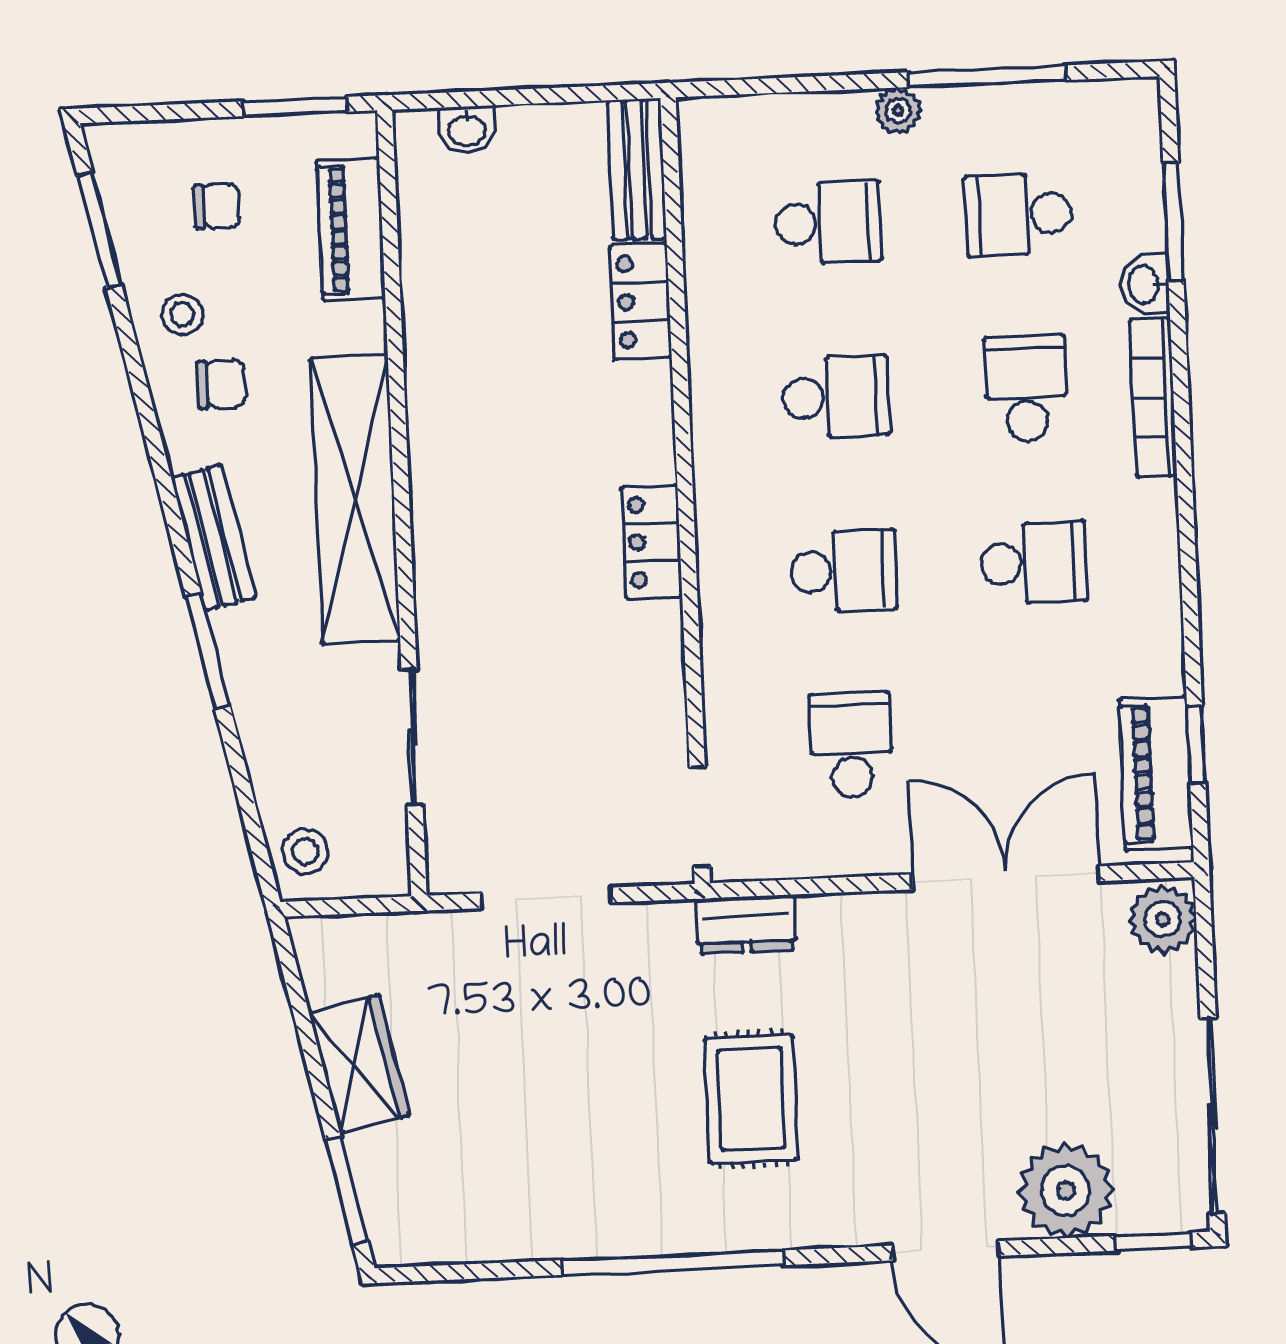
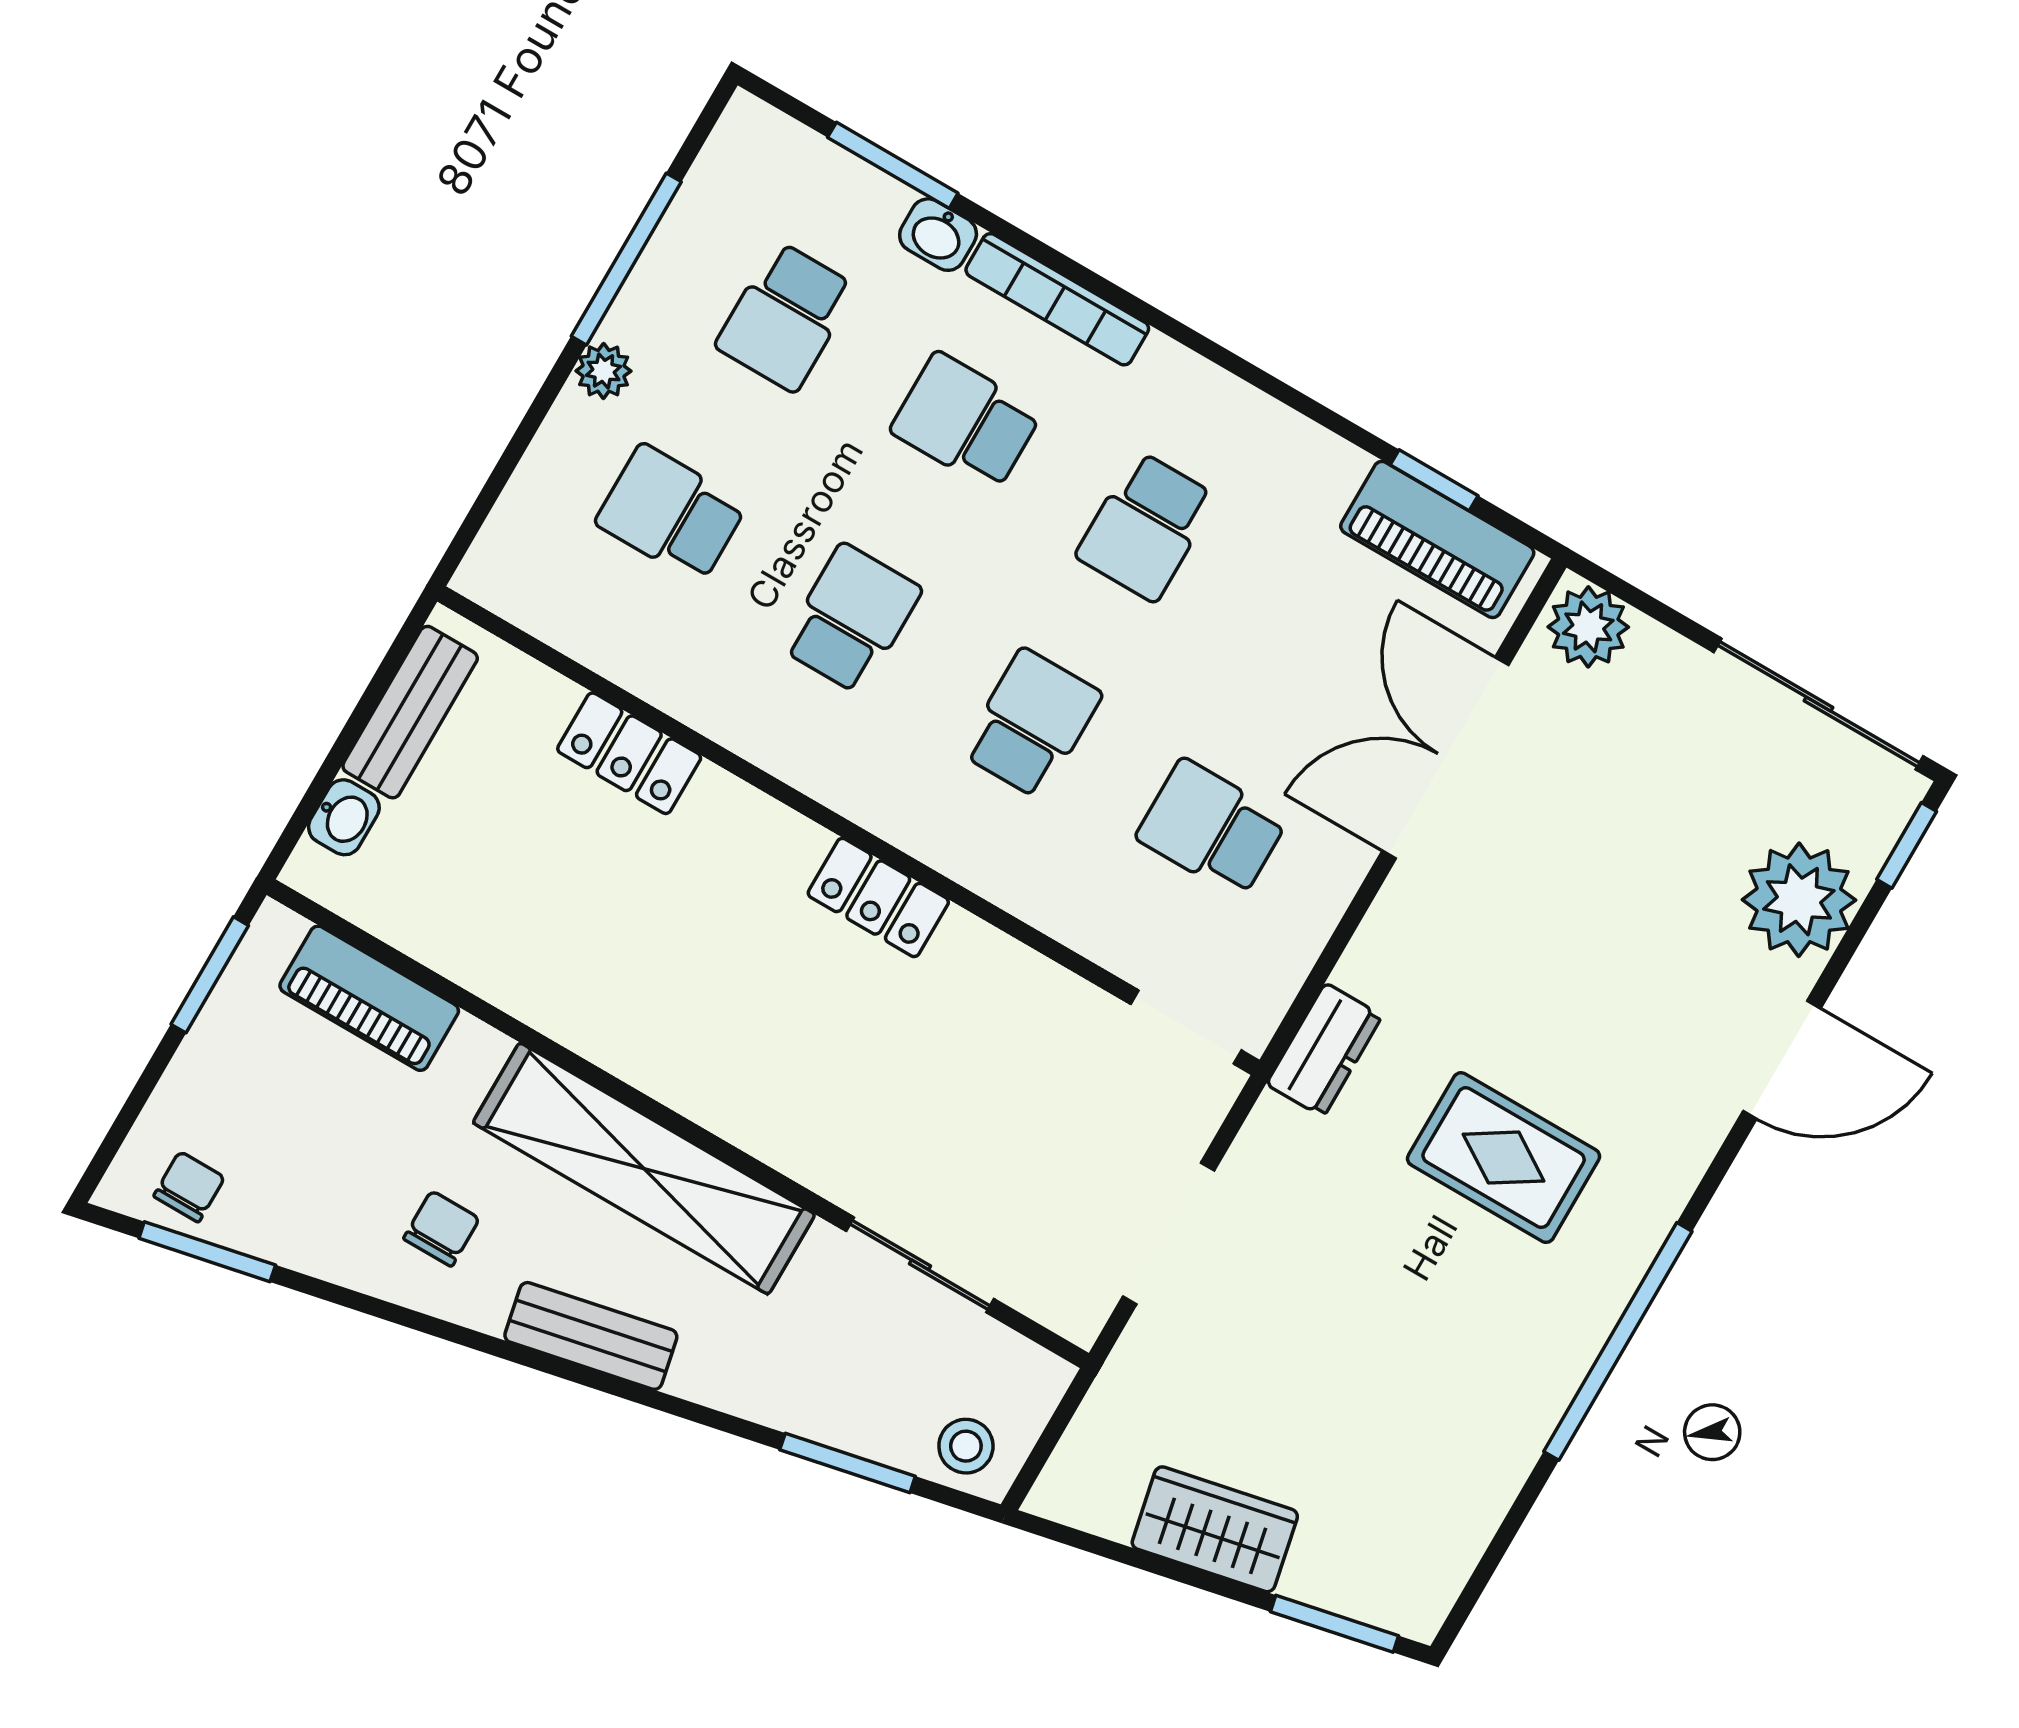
bench: (637, 169) -> (410, 712), moved, turned 90
chair: (217, 206) -> (189, 1187), moved
school desk: (828, 223) -> (671, 514), turned -90
stool: (182, 314) -> (346, 1223), removed
school desk: (1034, 563) -> (1146, 526), turned 180
window: (208, 651) -> (848, 1463), moved

